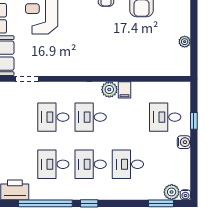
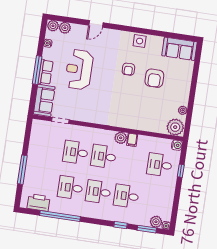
plant: (178, 65) -> (175, 127), added
water cooler: (184, 142) -> (177, 145), moved
window: (89, 203) -> (121, 225), moved

